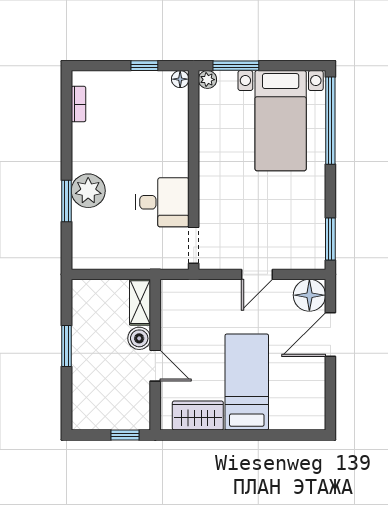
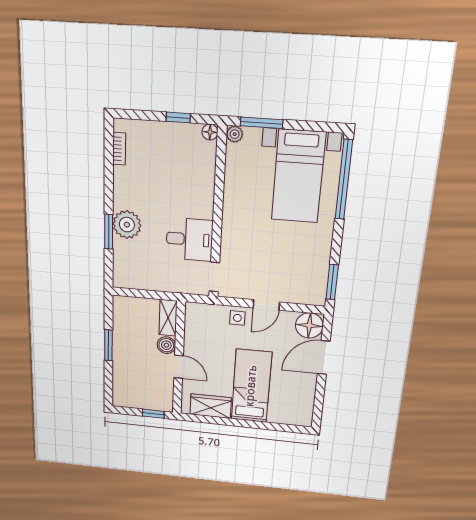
side table: (224, 294) -> (237, 318), added

